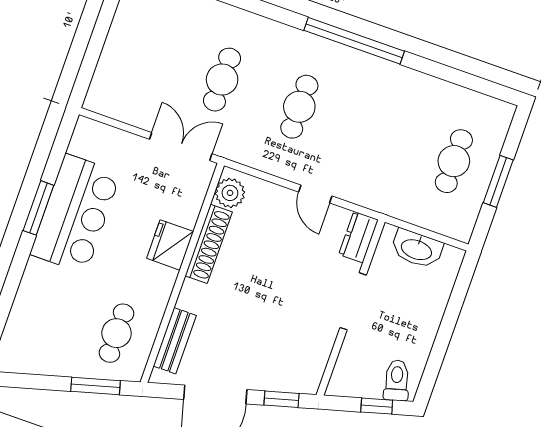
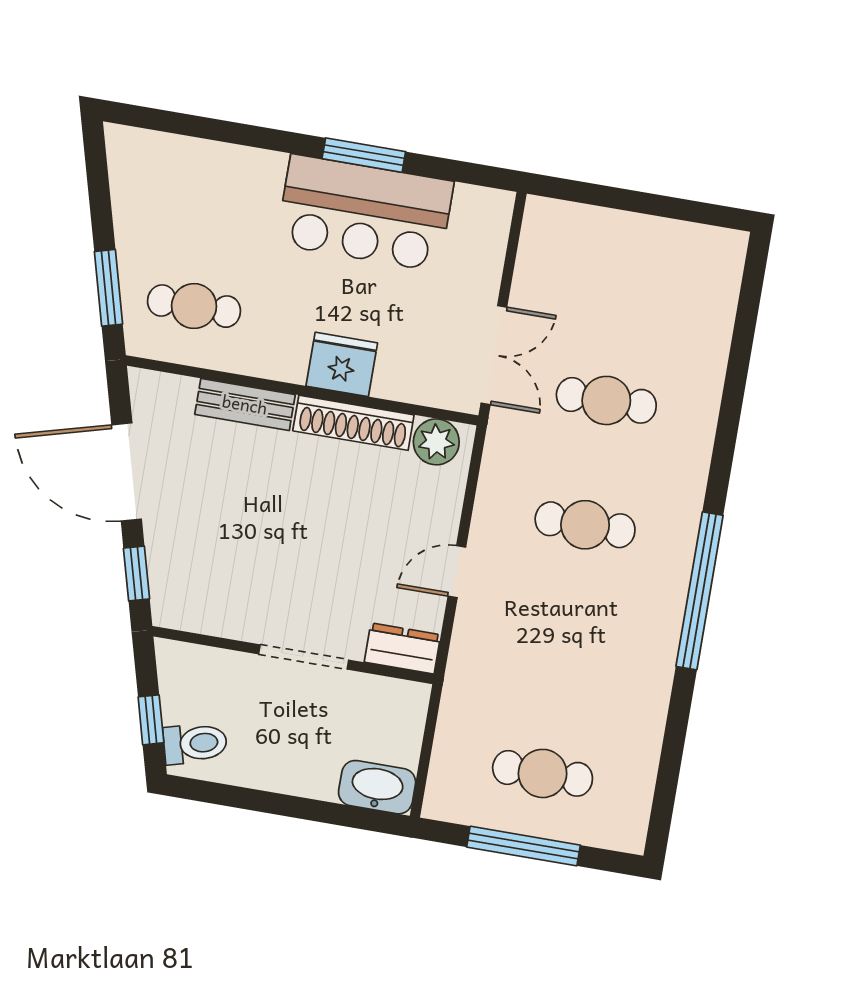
window: (498, 181) -> (524, 846), width x1.44
washbasin: (417, 249) -> (377, 787), moved, turned 90
bench: (175, 341) -> (245, 404), moved

